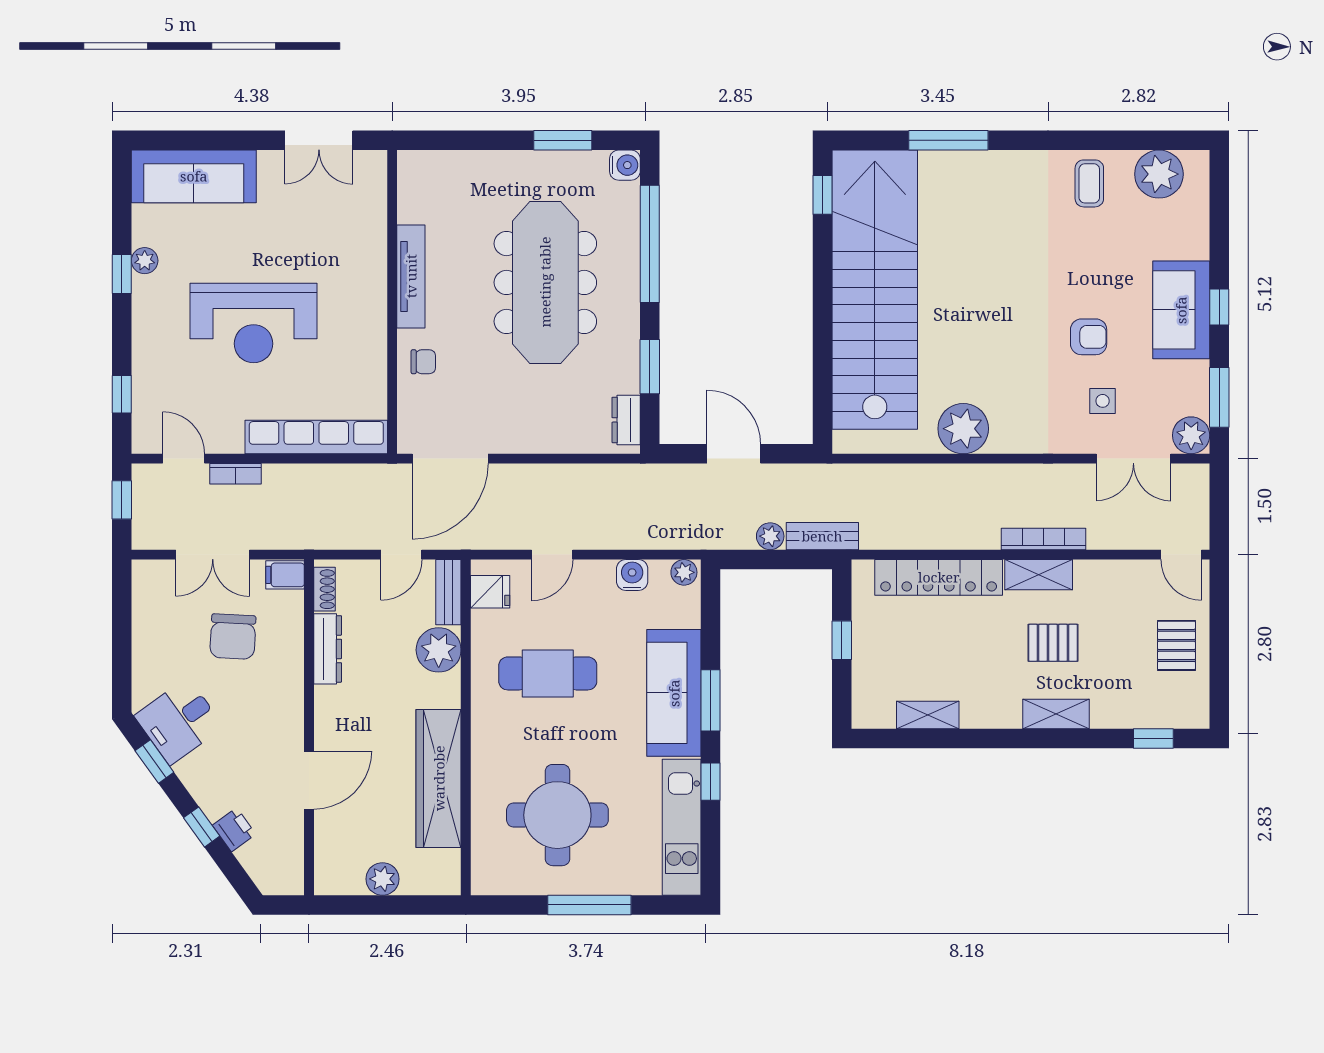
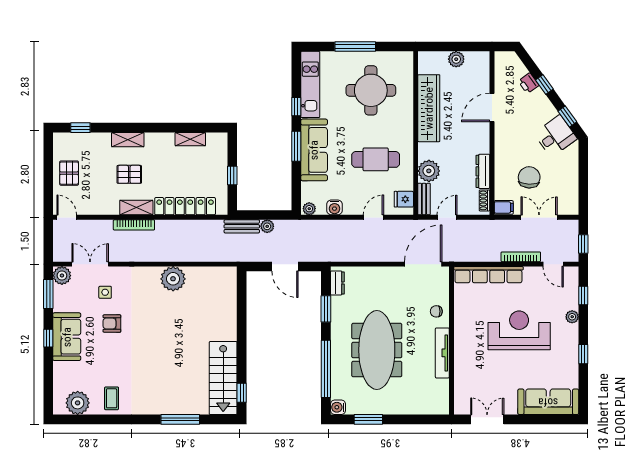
plant: (145, 261) -> (572, 317), moved
stairs: (875, 290) -> (223, 378), width x0.54, depth x0.66
bookcase: (235, 474) -> (521, 257), width x1.56

